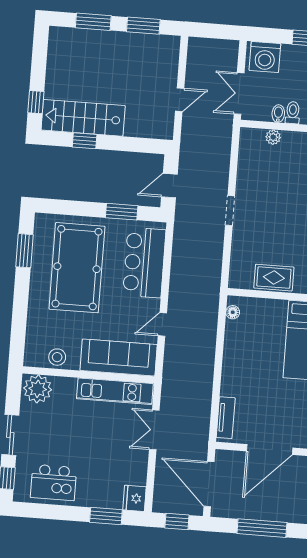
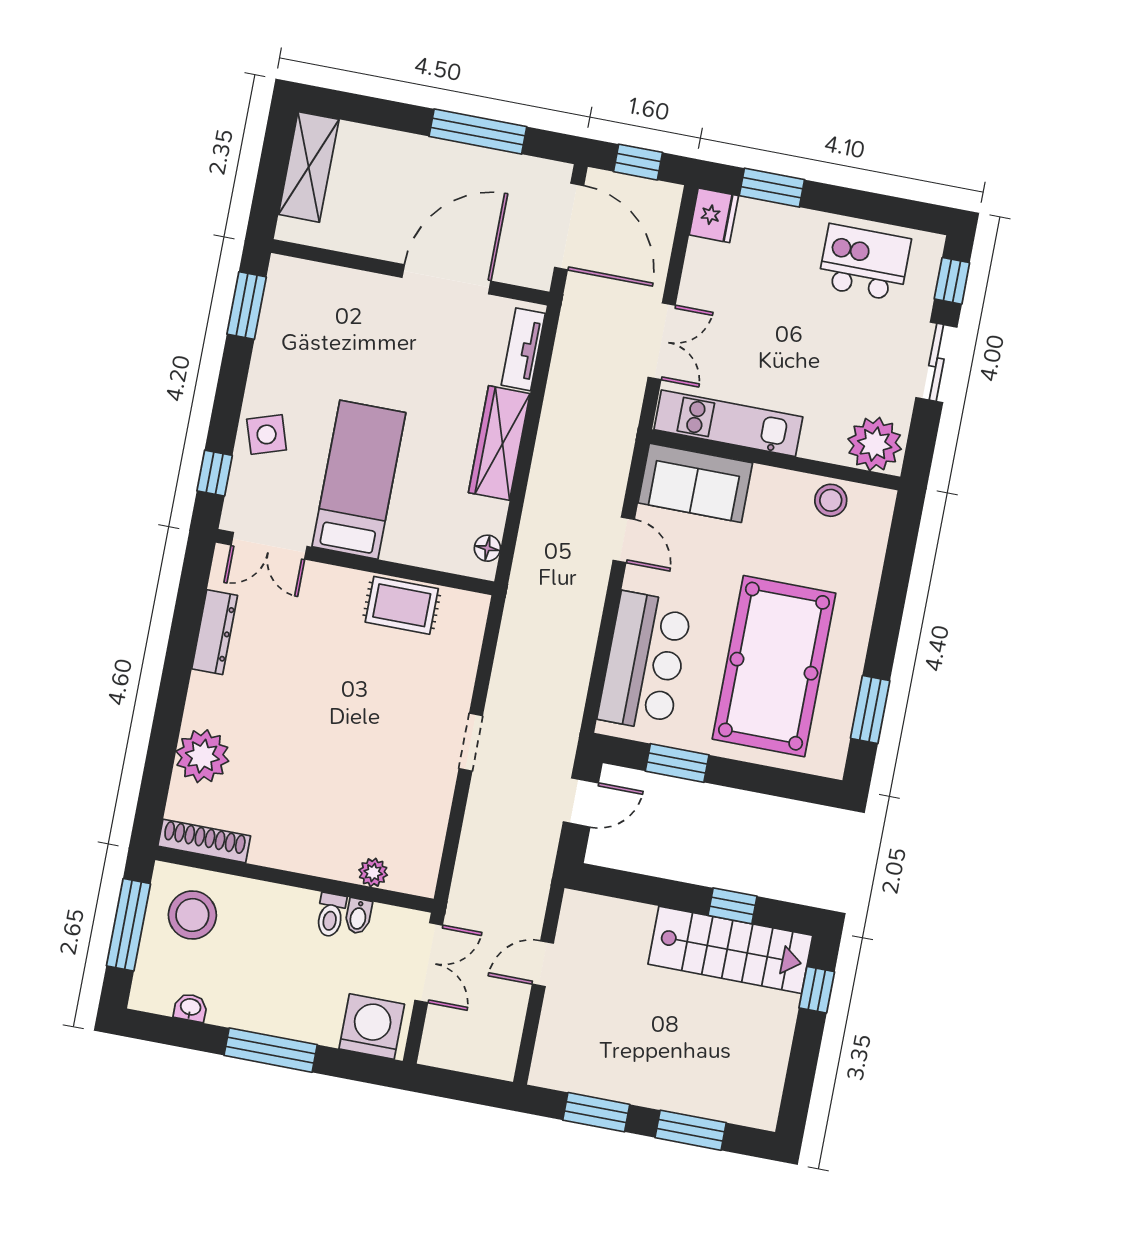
door: (162, 324) -> (624, 540), hinge flipped
sofa: (119, 357) -> (695, 483), width x0.73
wardrobe: (233, 368) -> (499, 443), added

